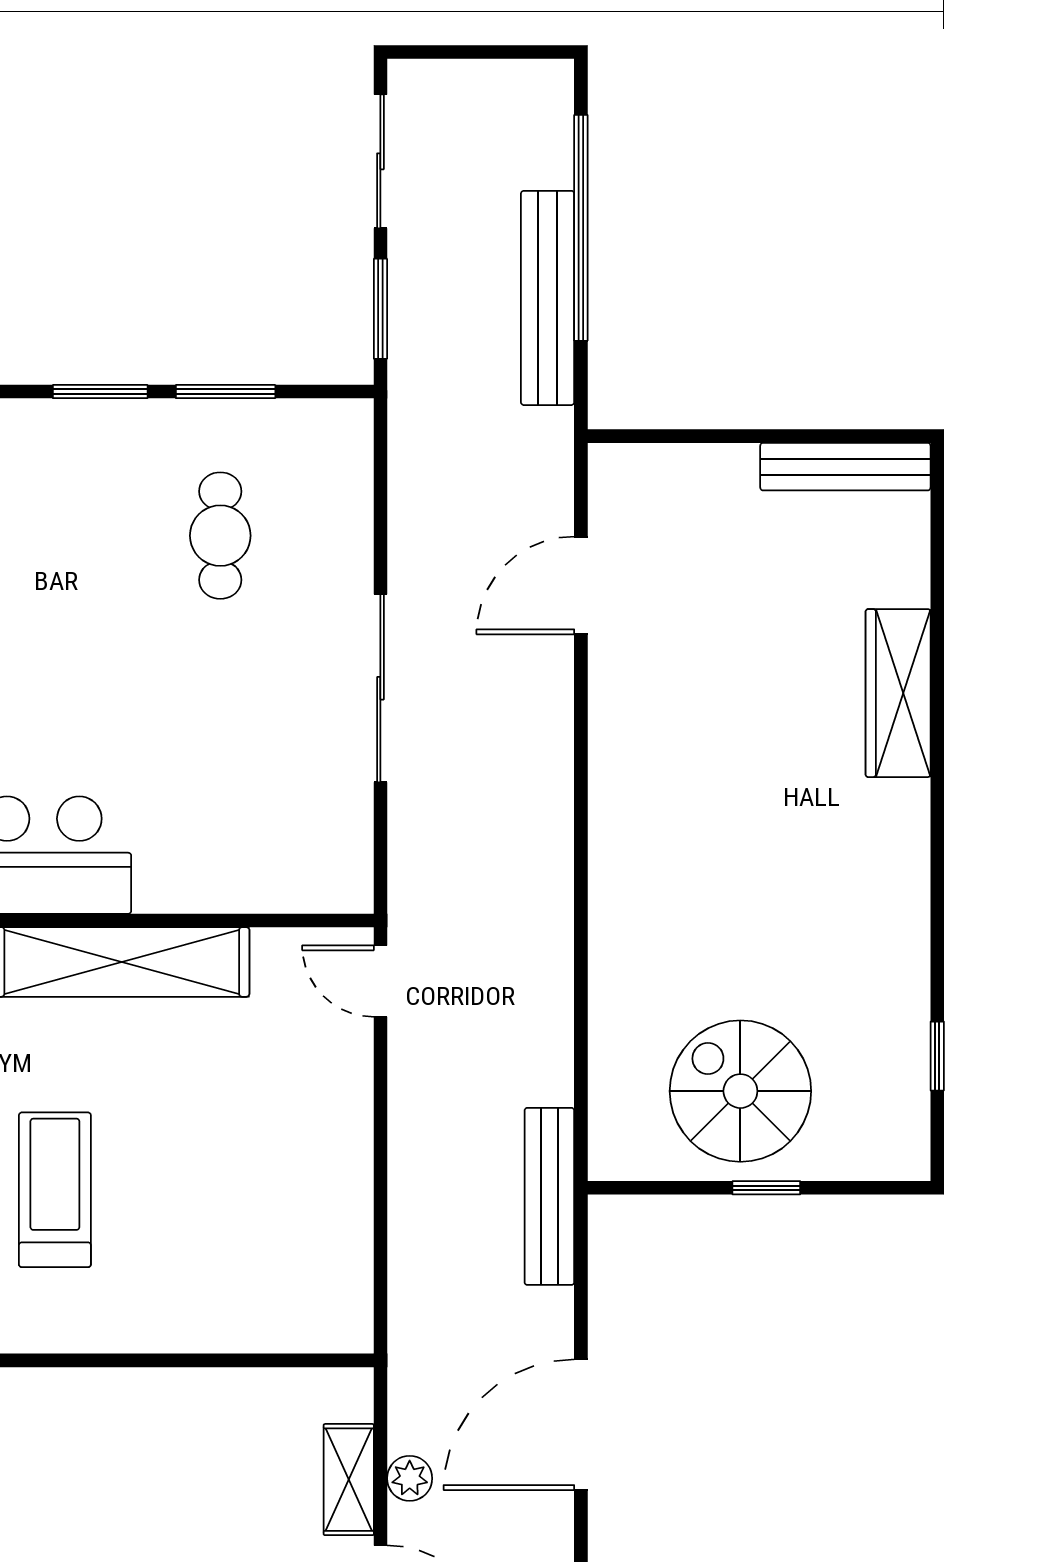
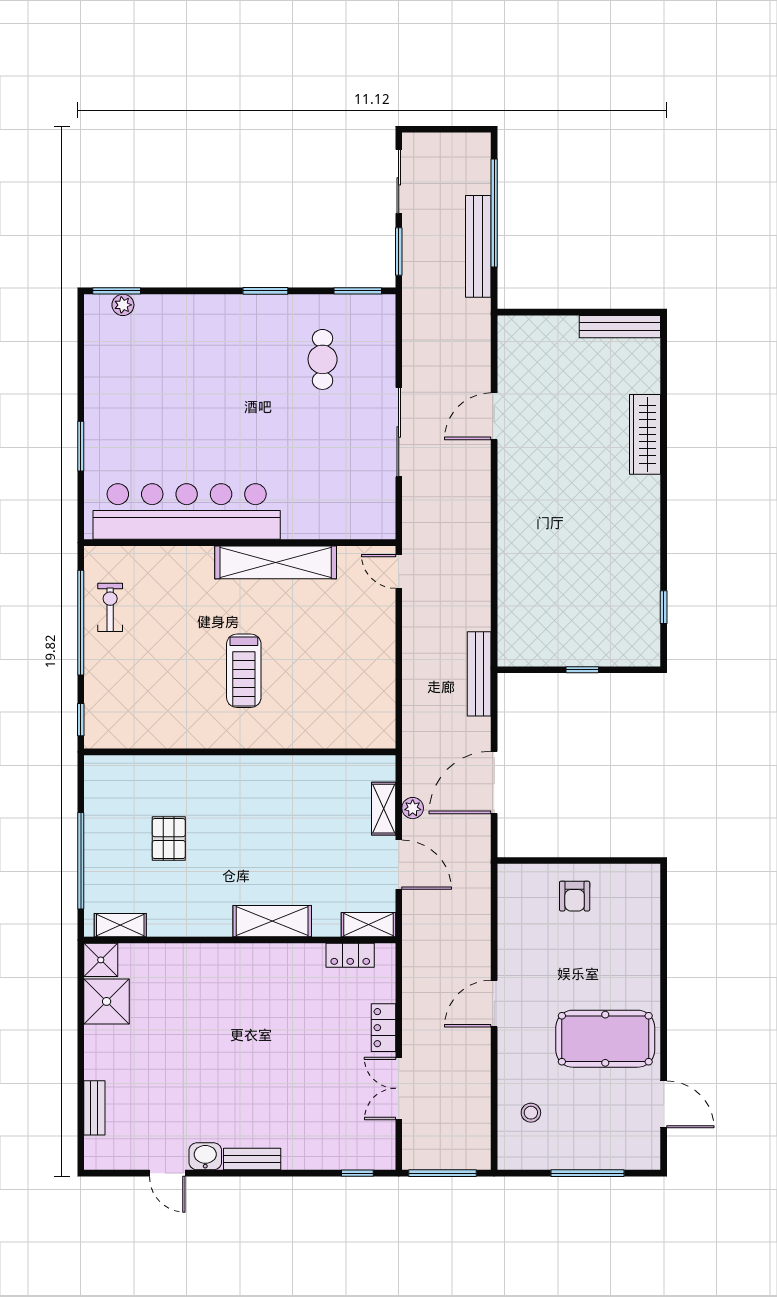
window: (226, 392) -> (358, 291), moved
door: (581, 585) -> (494, 416), moved
spiral stairs: (740, 1091) -> (570, 624), removed
treadmill: (55, 1190) -> (244, 671), turned 180

